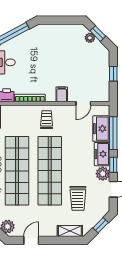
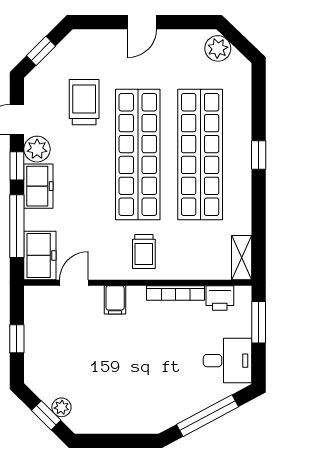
freezer: (101, 129) -> (40, 255), moved
shelving: (70, 231) -> (100, 40), removed
door: (31, 240) -> (142, 22), moved

